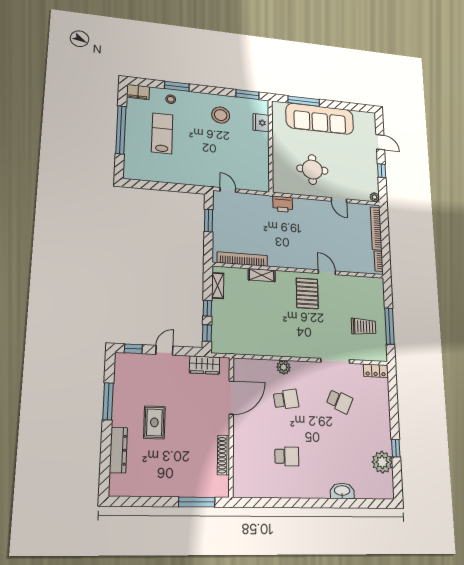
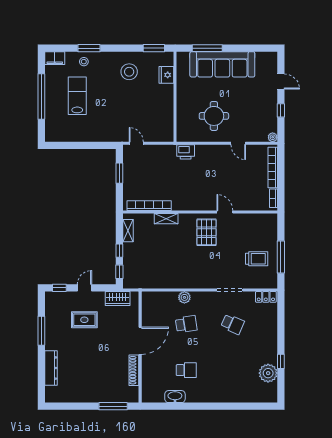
door: (231, 398) -> (140, 341), moved
rug: (154, 422) -> (84, 320), moved, turned 90
washbasin: (342, 491) -> (175, 397), moved

